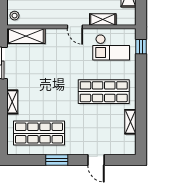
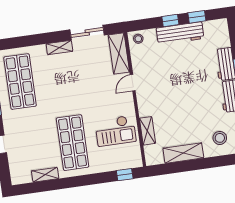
door: (75, 27) -> (133, 83), moved
checkout: (111, 47) -> (115, 131), moved, turned -90
shelving: (12, 102) -> (59, 48), moved

